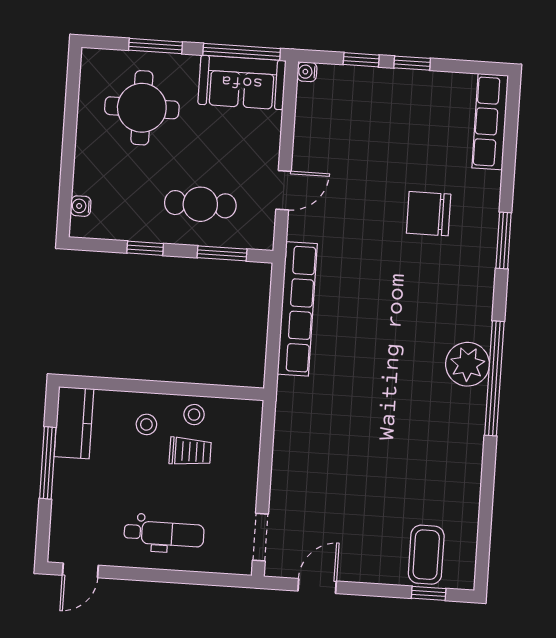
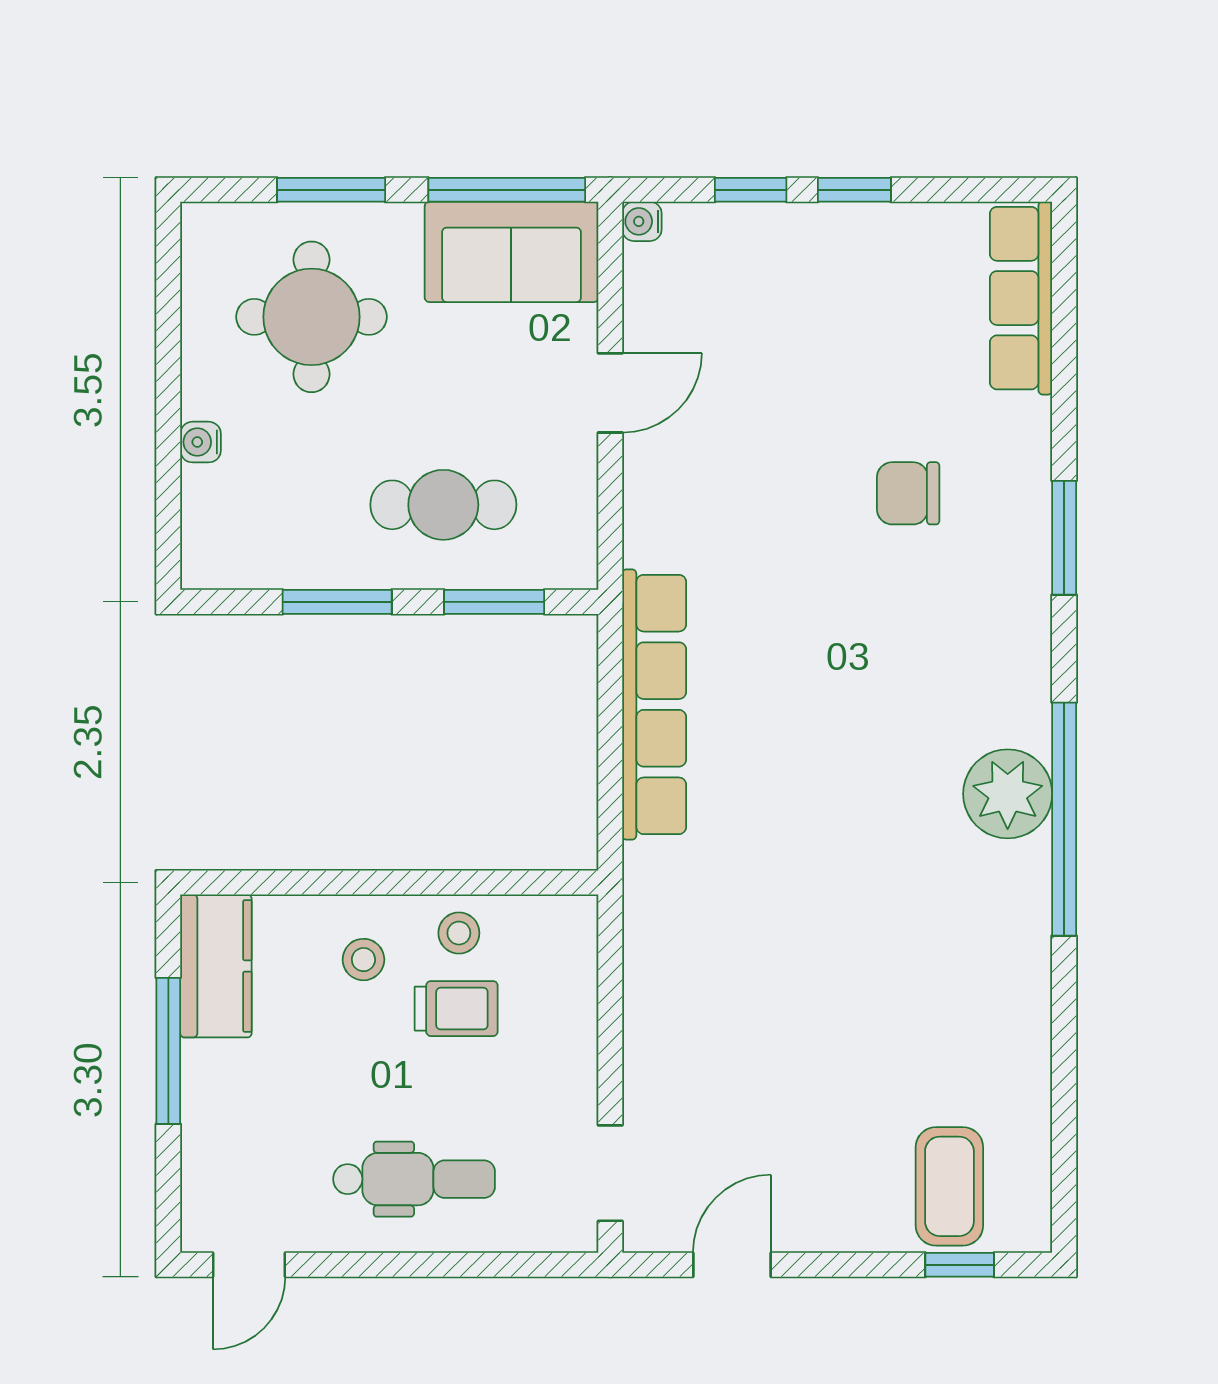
door: (283, 190) -> (610, 393), moved
water cooler: (81, 206) -> (201, 442), moved
chair: (429, 214) -> (908, 493), width x0.73, depth x0.73
window: (145, 248) -> (337, 602), width x1.50

